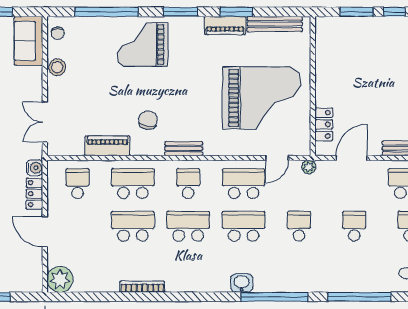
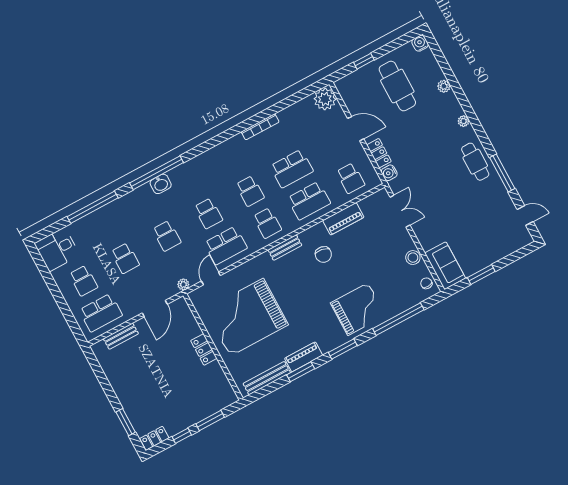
locker: (324, 124) -> (204, 349), moved
school desk: (188, 226) -> (250, 191), width x0.54
school desk: (244, 226) -> (208, 213), width x0.54
washbasin: (242, 283) -> (161, 184), moved

